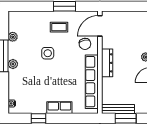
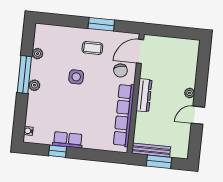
row of seats: (59, 108) -> (68, 140), moved

